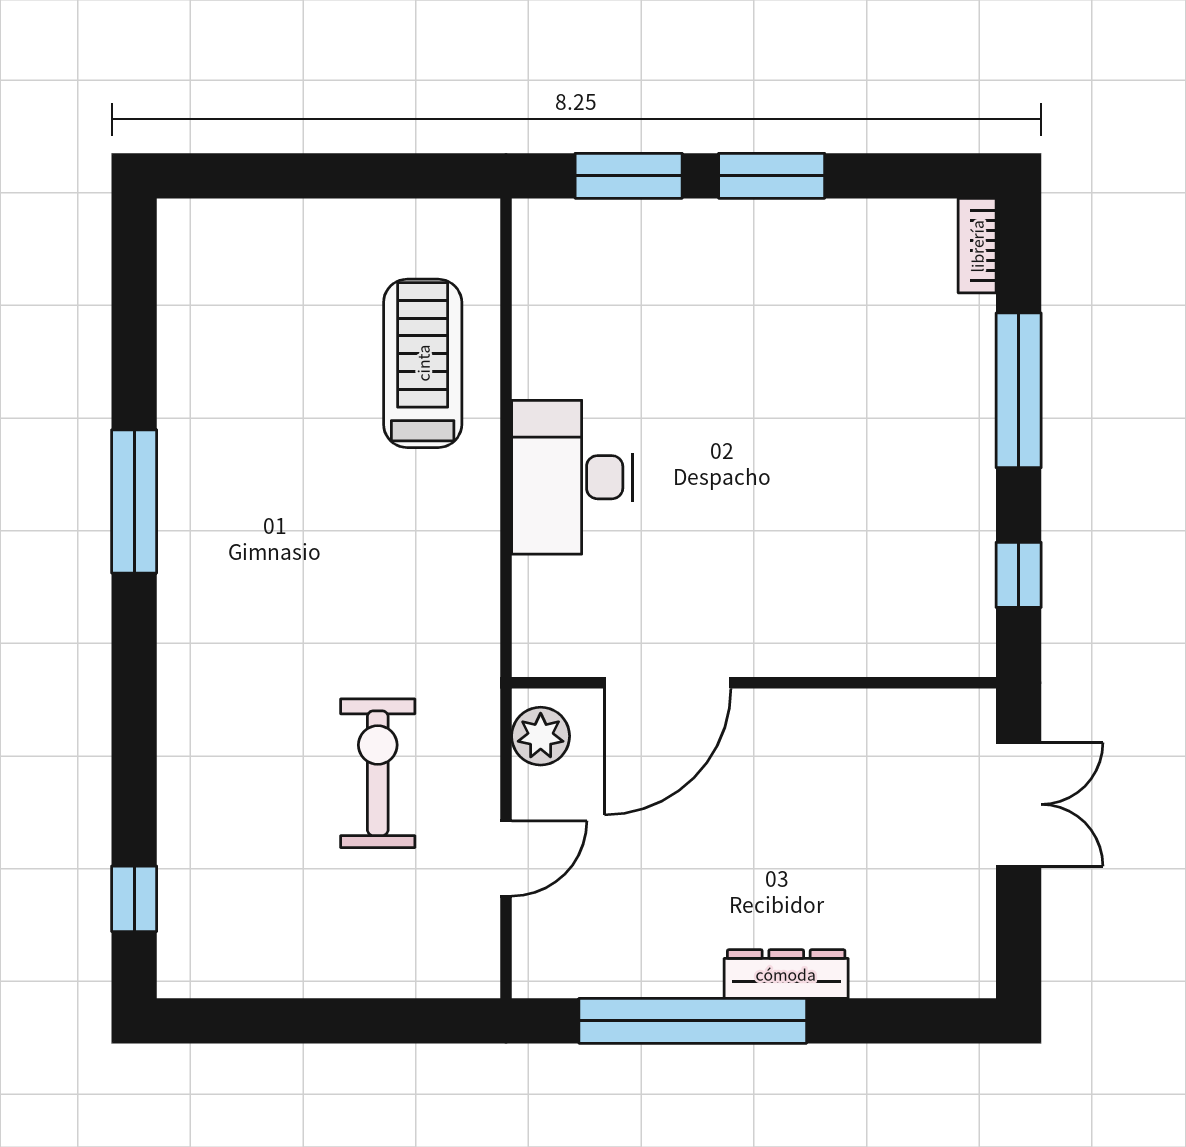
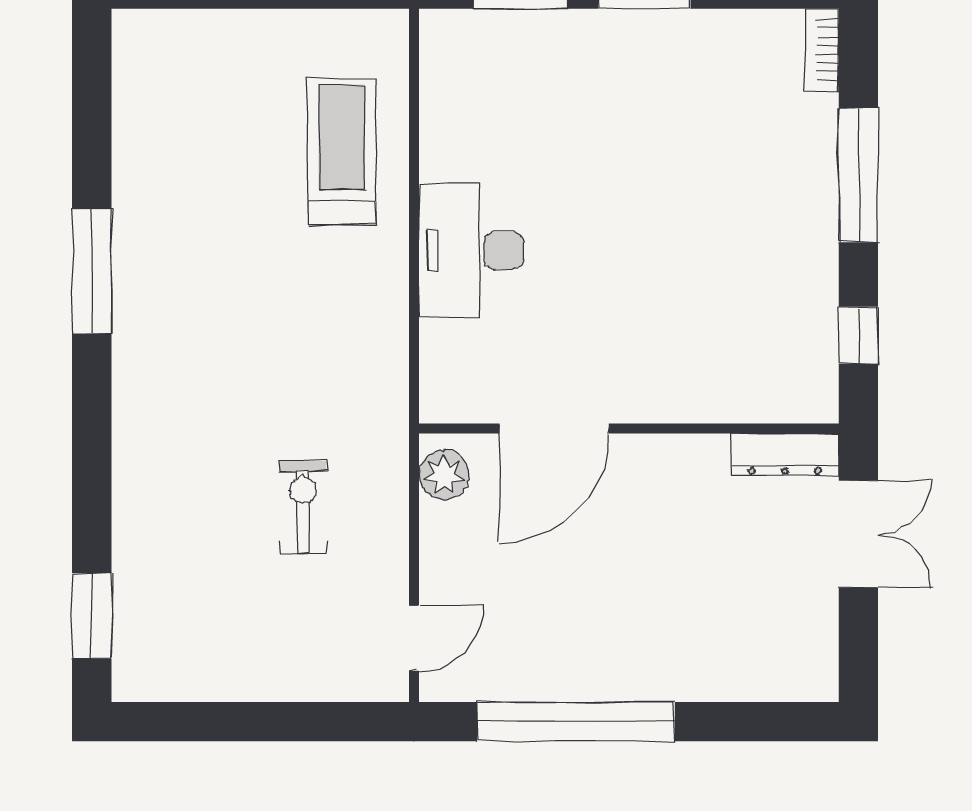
exercise bike: (378, 773) -> (303, 507), width x0.73, depth x0.72
door: (506, 858) -> (414, 638), moved
window: (134, 899) -> (92, 616), width x1.50
dresser: (786, 974) -> (785, 455), moved, turned 180

